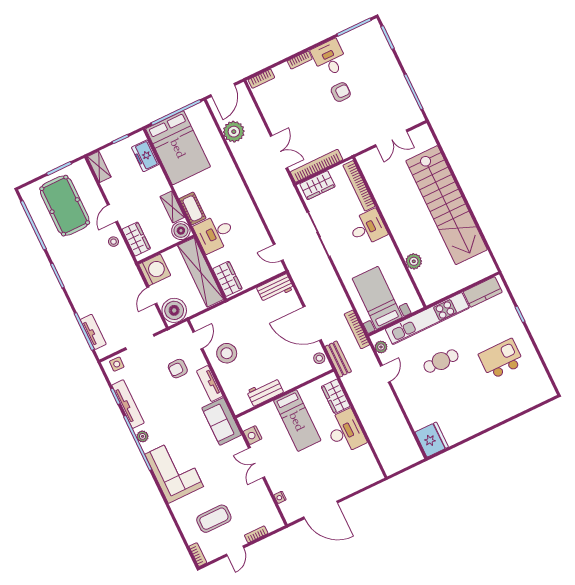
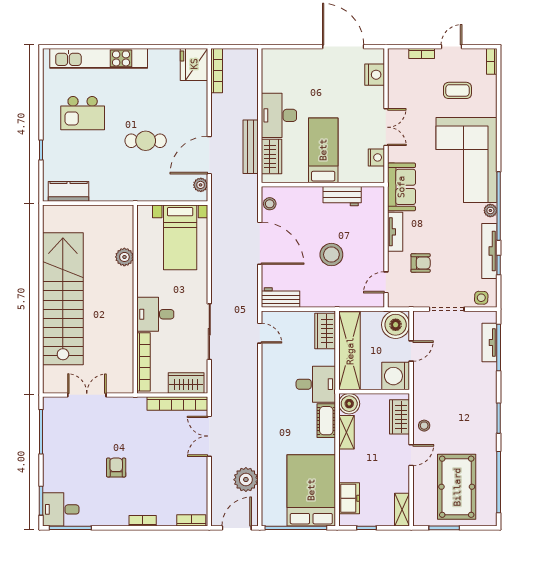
desk: (329, 58) -> (61, 509), moved, turned 90
armchair: (341, 92) -> (116, 467), turned 90
kitchen unit: (427, 318) -> (99, 58), moved, turned 180
bookcase: (357, 329) -> (217, 71), moved
stool: (227, 353) -> (331, 255), moved
bench: (338, 359) -> (251, 147), moved, width x1.36
door: (385, 374) -> (209, 155), width x1.88
corner sofa: (174, 470) -> (467, 160), width x1.36, depth x1.36
nightstand: (280, 497) -> (375, 75), width x1.89, depth x1.79
coffee table: (214, 519) -> (457, 90), width x0.73, depth x0.77

